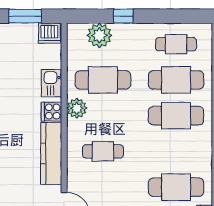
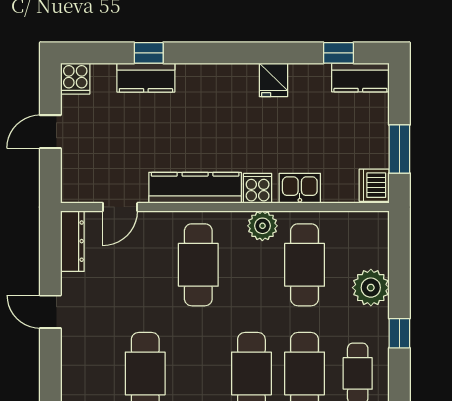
window: (123, 16) -> (399, 333), moved
plant: (99, 35) -> (371, 288), moved
cafe table: (103, 151) -> (198, 265), width x1.37, depth x1.35

